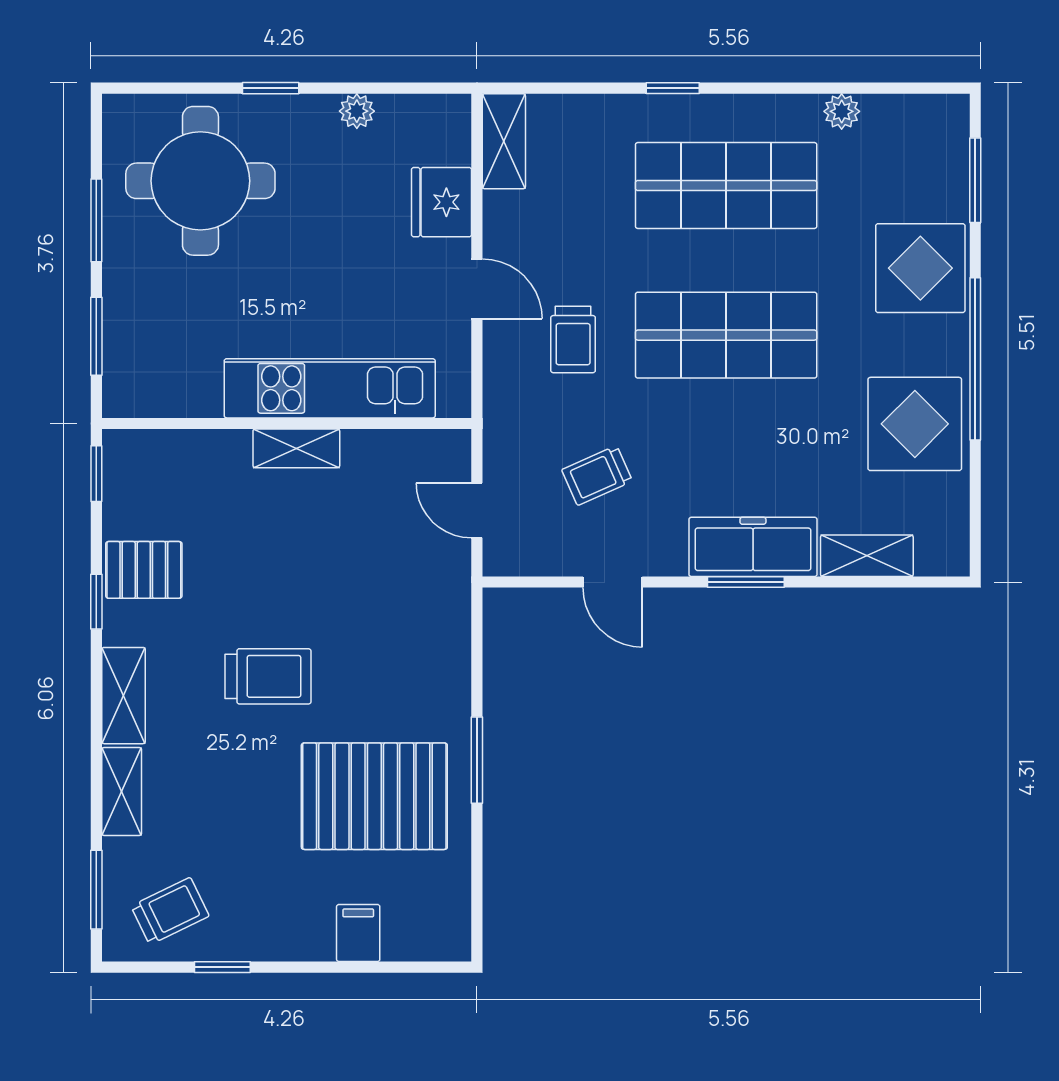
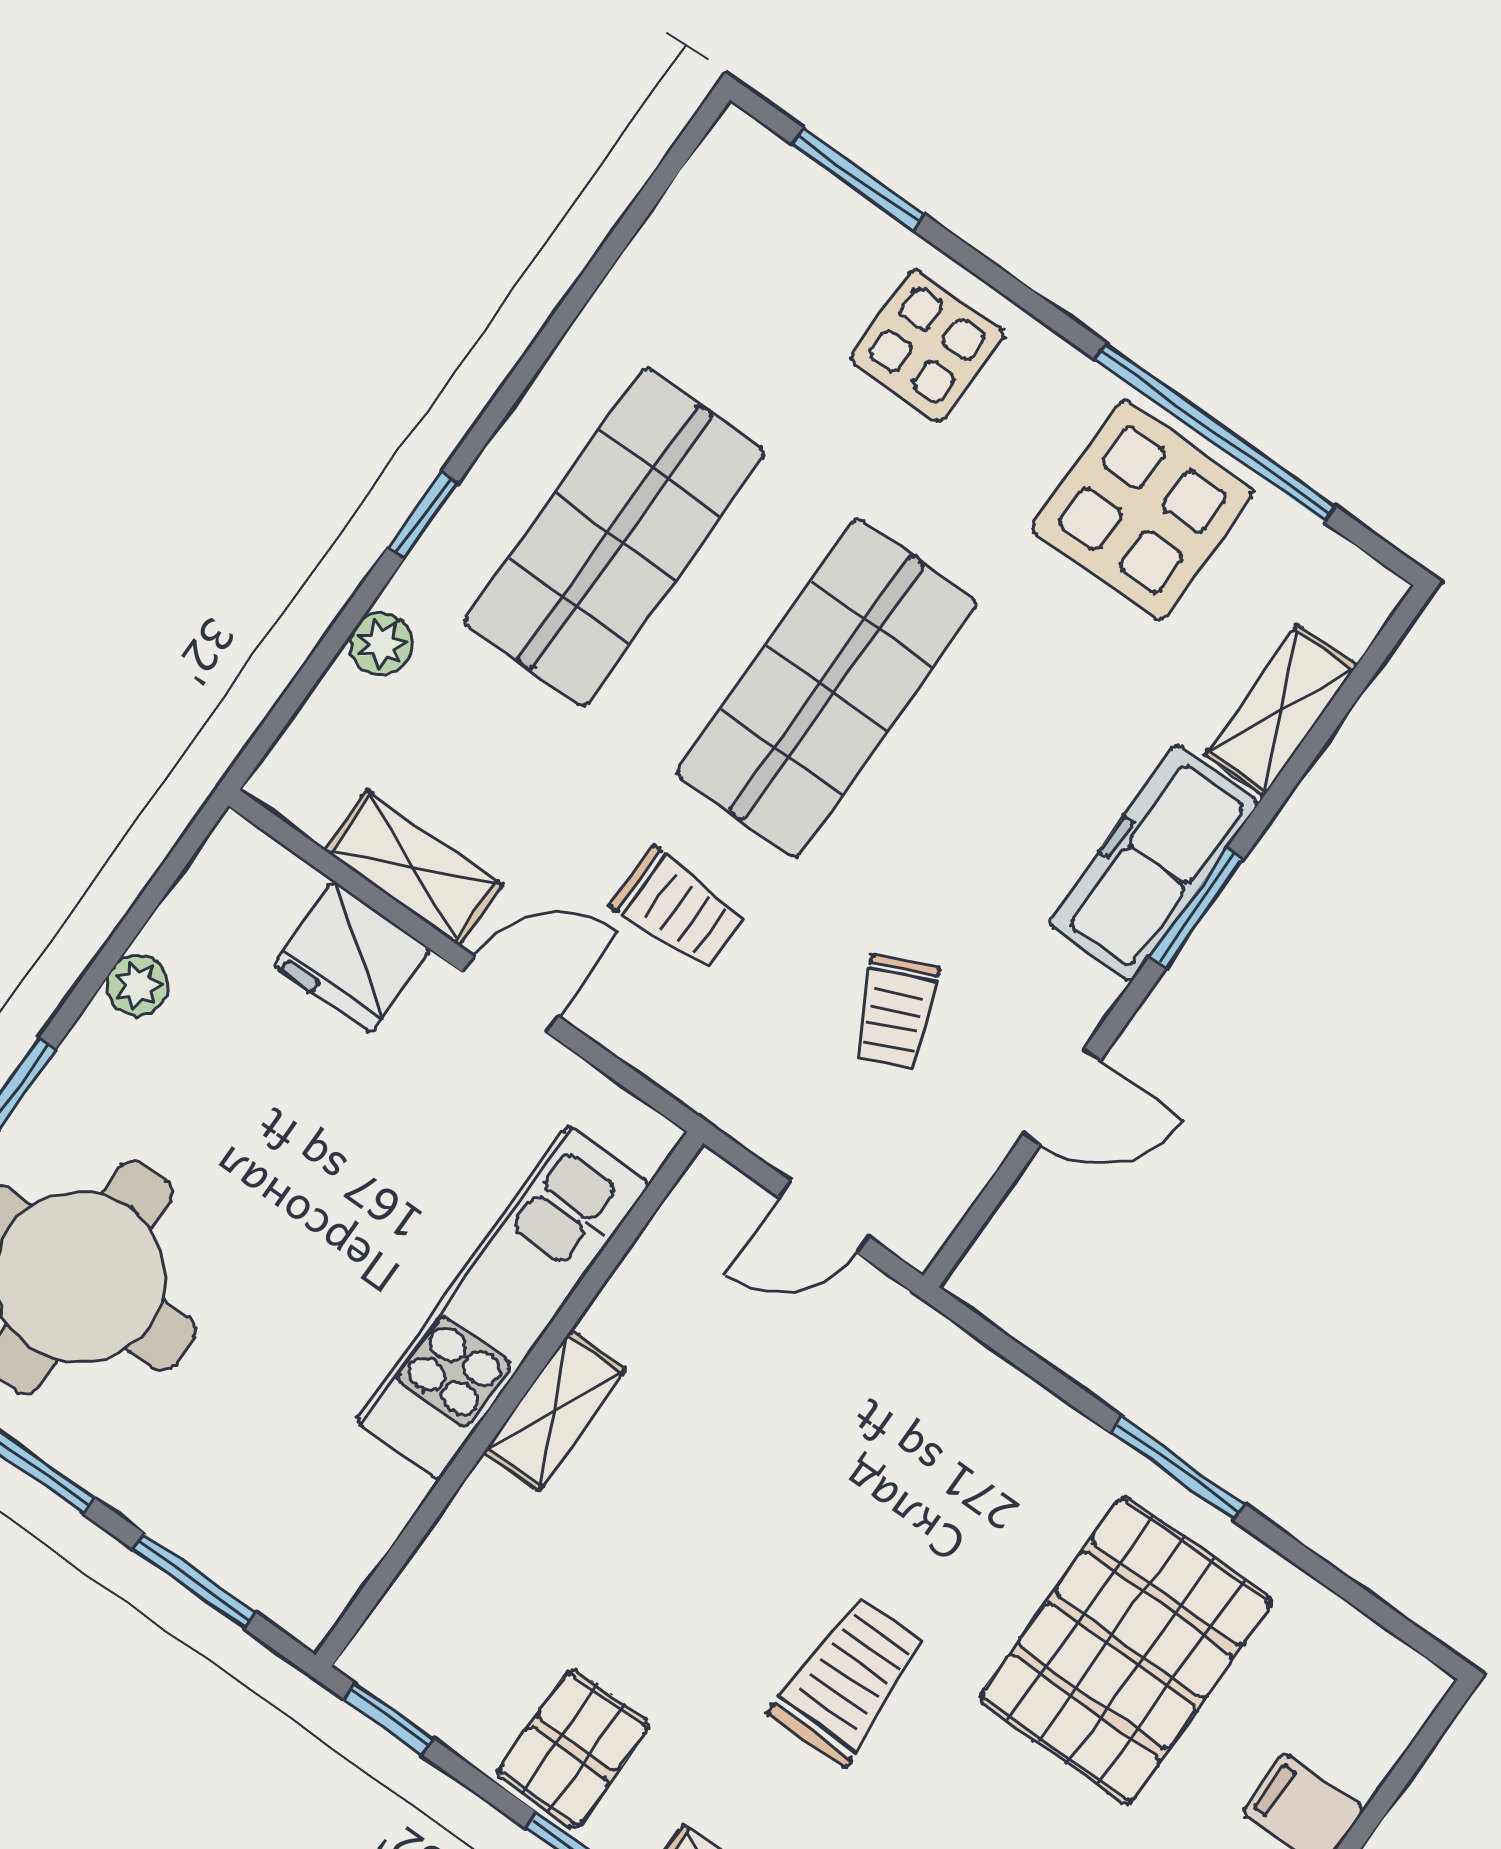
plant: (842, 111) -> (381, 644), moved
shelving: (504, 141) -> (413, 868), moved
display table: (920, 268) -> (927, 345), width x0.73, depth x0.73
window: (975, 359) -> (1215, 432), moved

